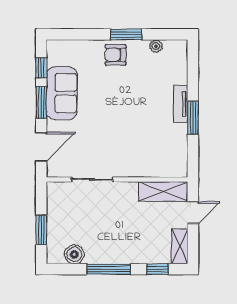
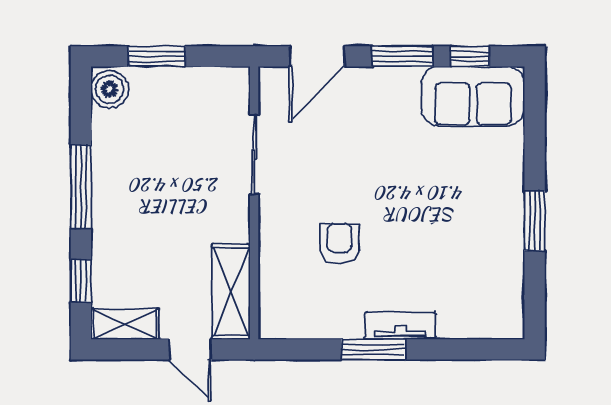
plant: (156, 46) -> (512, 278), removed
armchair: (116, 55) -> (340, 244), moved
sofa: (62, 93) -> (473, 96), moved
door: (41, 147) -> (317, 56), hinge flipped
boiler: (74, 254) -> (110, 89), moved

